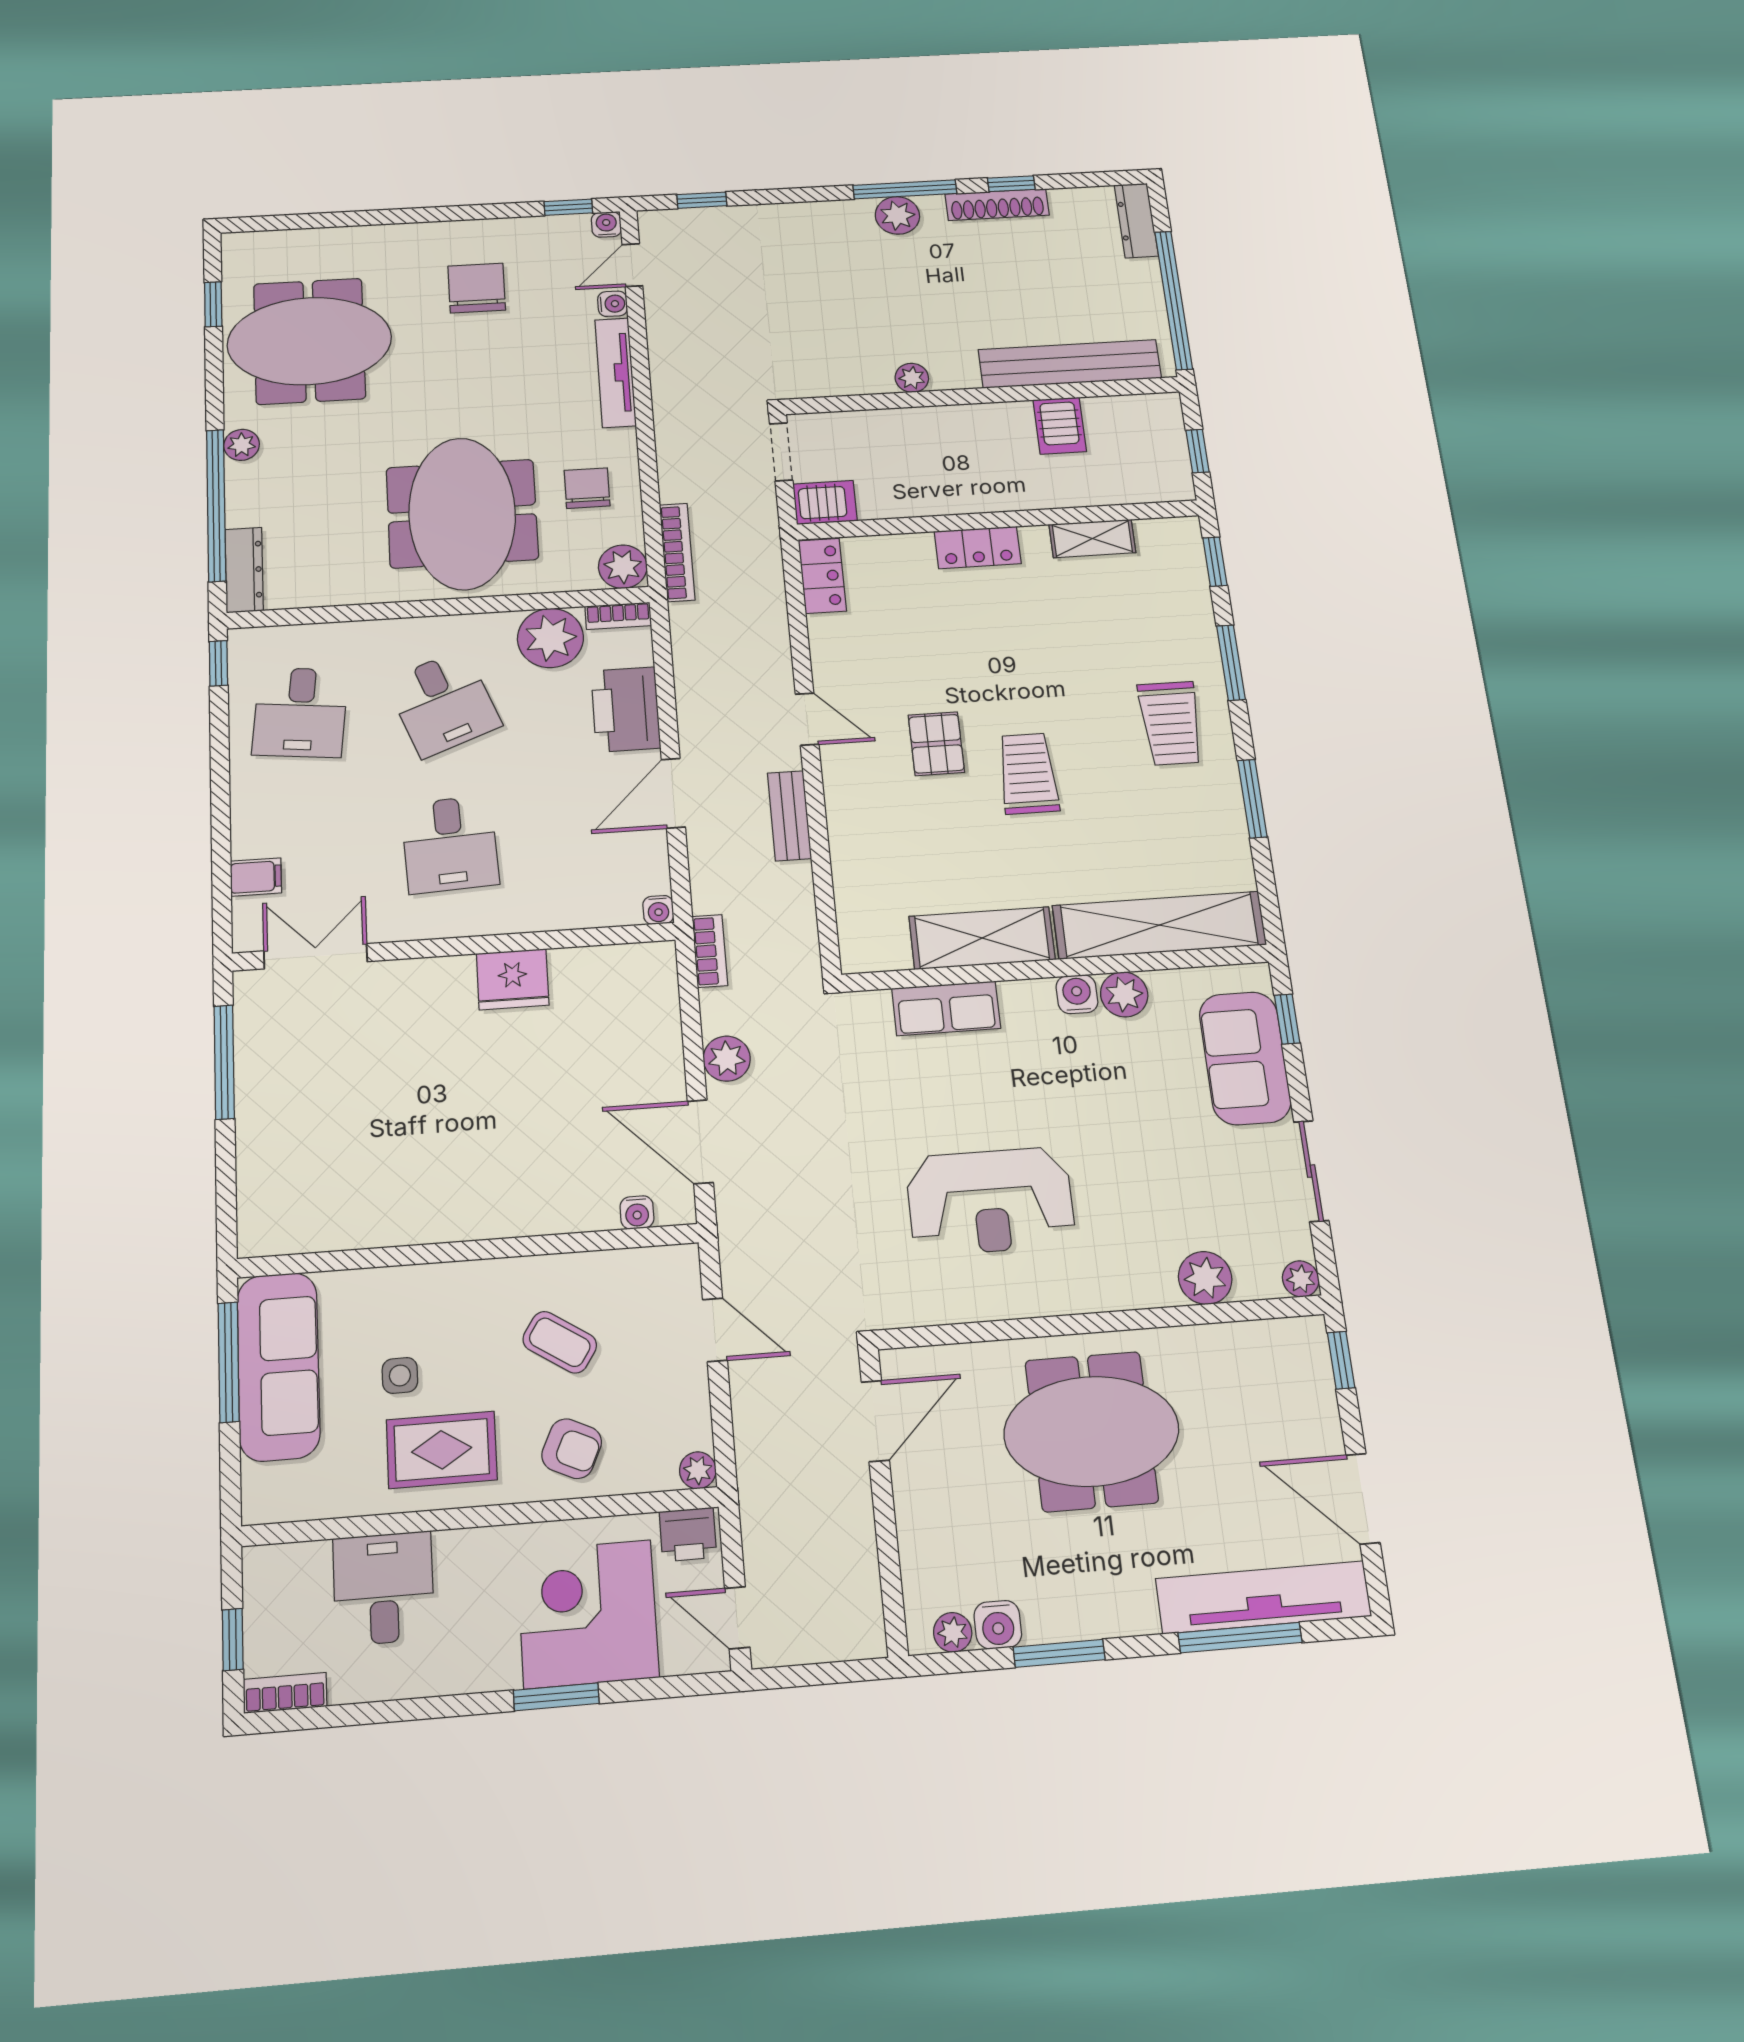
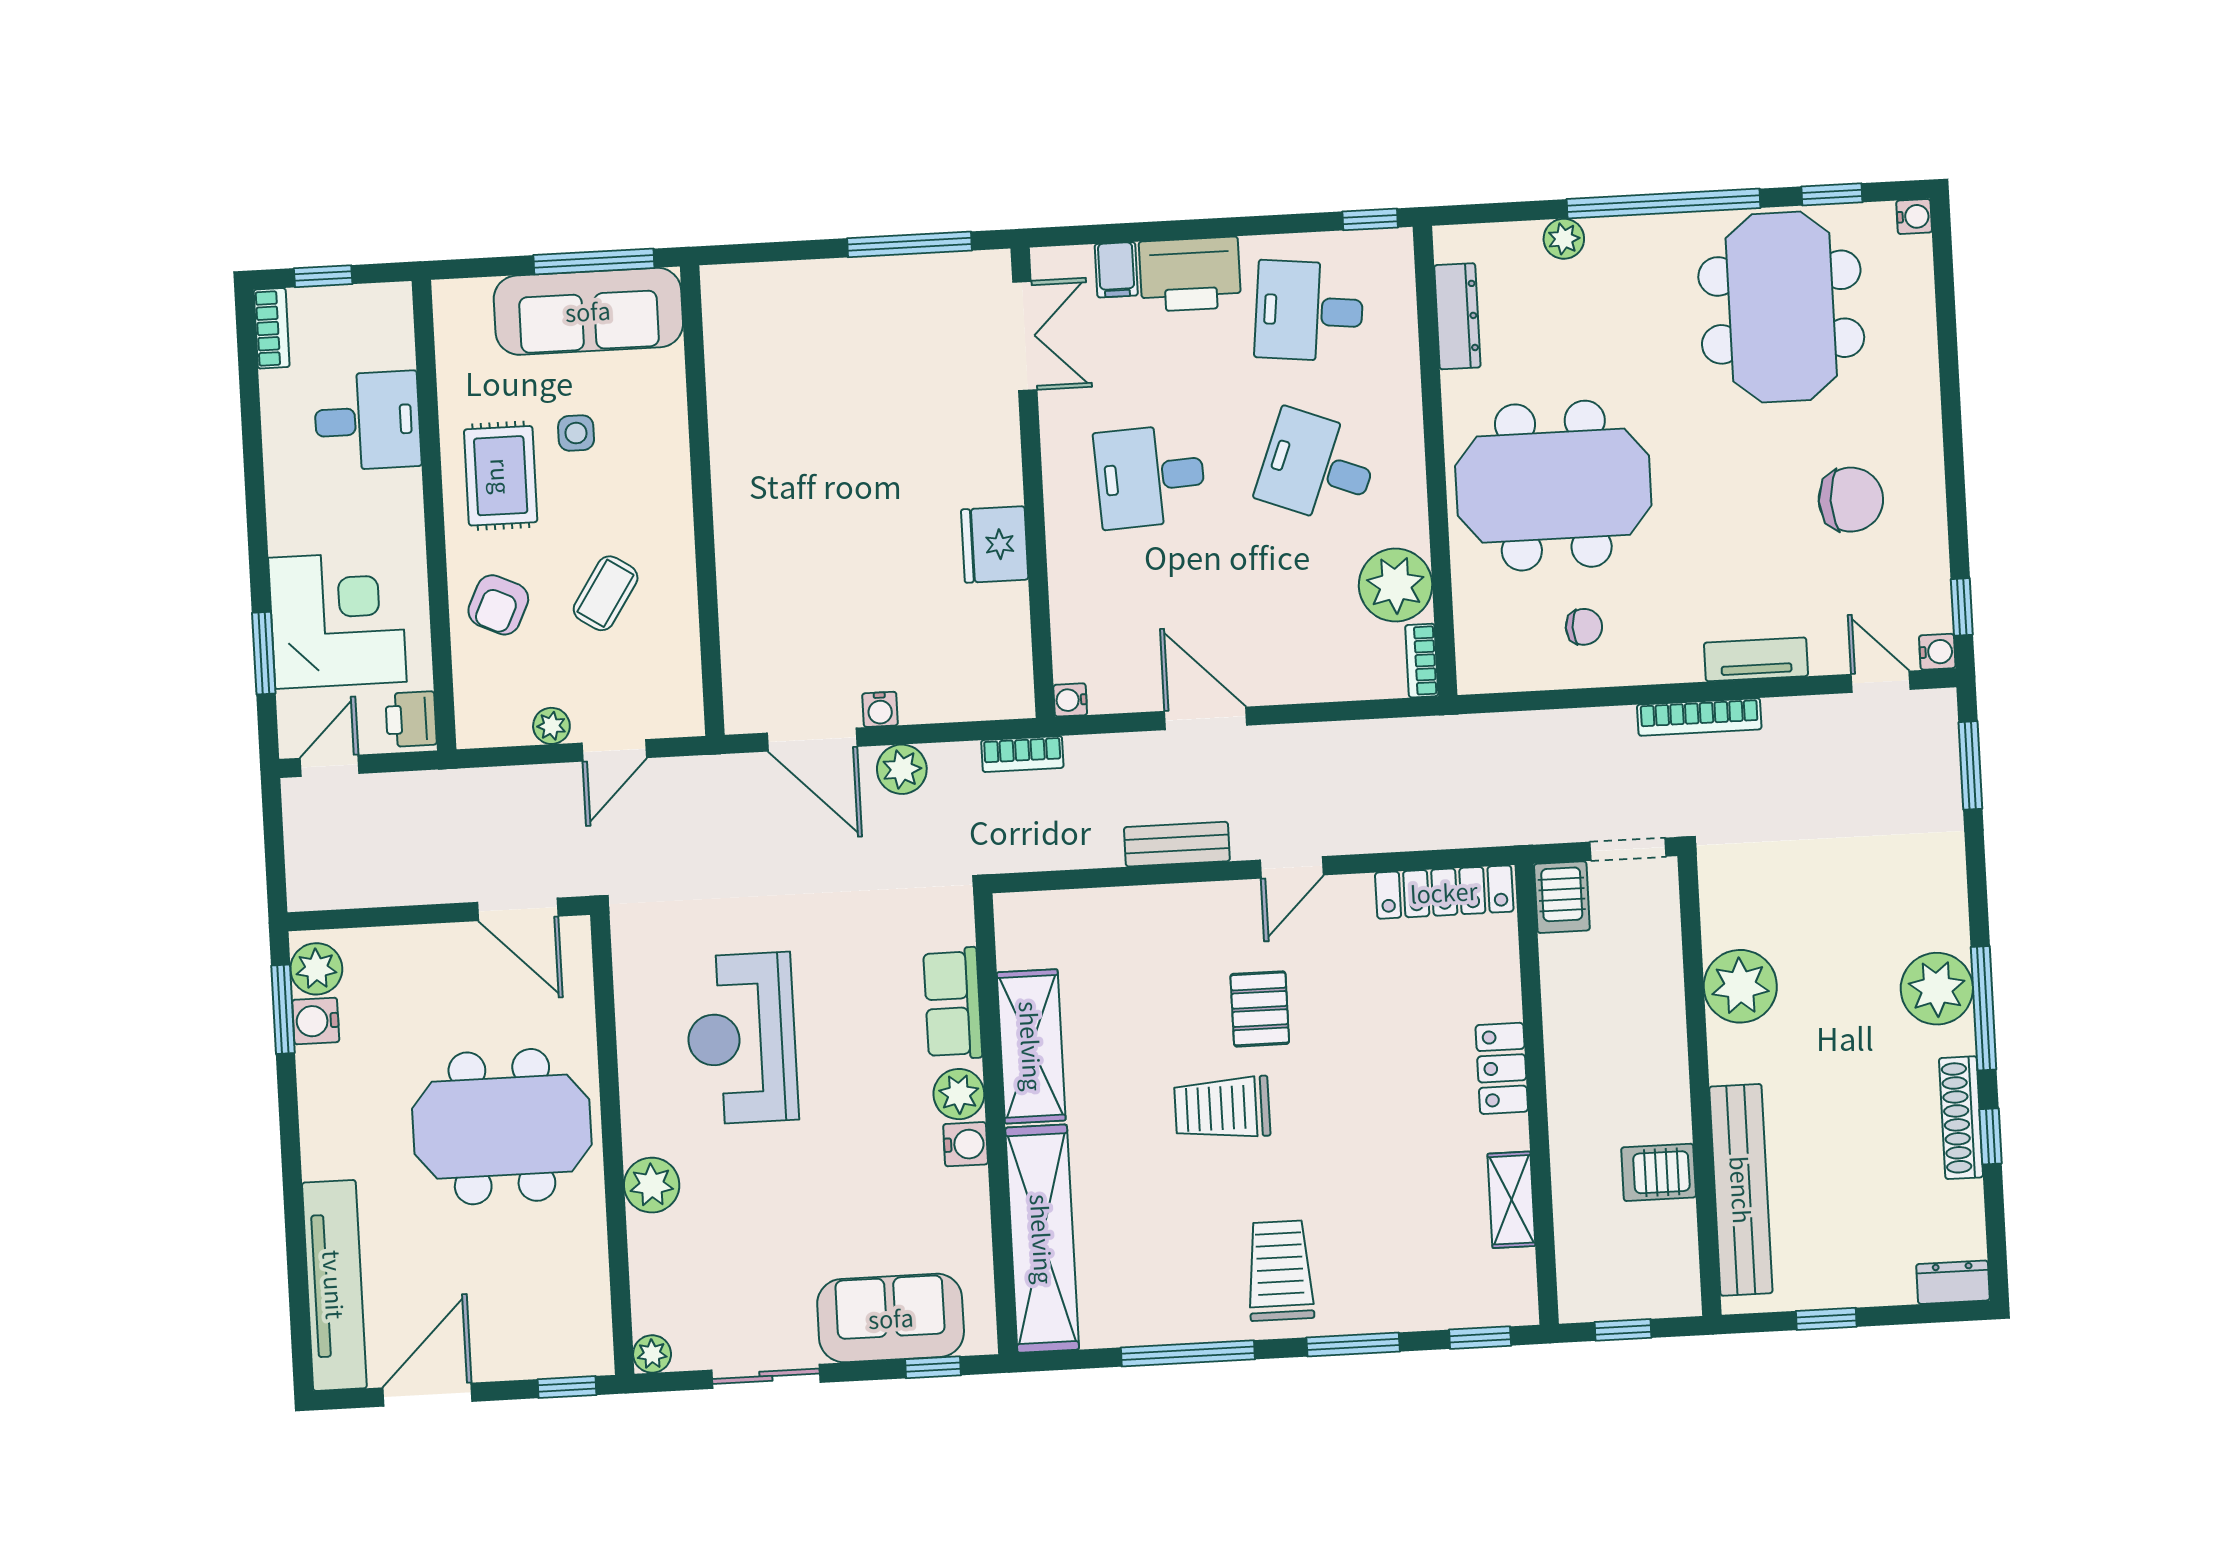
window: (702, 200) -> (1970, 765), width x1.50
plant: (897, 215) -> (1937, 989), width x1.36, depth x1.36
dresser: (1136, 220) -> (1953, 1282), width x0.70
window: (1174, 300) -> (1826, 1319), width x0.32
water cooler: (613, 304) -> (1914, 217), moved, turned -90
tv unit: (615, 373) -> (1756, 659), width x0.71
plant: (912, 378) -> (1740, 986), width x1.88, depth x1.88
plant: (242, 445) -> (1564, 239), moved
chair: (587, 488) -> (1584, 627), width x0.73, depth x0.73
window: (216, 505) -> (1664, 204), moved
bookcase: (677, 552) -> (1699, 717), moved
plant: (623, 567) -> (1483, 666), removed
dresser: (244, 570) -> (1457, 316), moved, turned -90
locker: (822, 576) -> (1444, 892), width x1.53
desk: (443, 703) -> (1318, 467), turned 42
printer: (626, 709) -> (1190, 274), moved, turned 180
trolley: (1171, 723) -> (1280, 1271), turned 90
pallet: (936, 744) -> (1260, 1009), turned 90
trolley: (1028, 774) -> (1222, 1108), turned 180
window: (1252, 799) -> (1188, 1353), width x1.44
plant: (1124, 994) -> (959, 1094), moved
door: (700, 1142) -> (812, 740), swing flipped
water cooler: (637, 1212) -> (880, 709), moved, turned -90
plant: (1205, 1278) -> (652, 1185), moved
meeting table: (1091, 1431) -> (502, 1127), turned 90
plant: (698, 1470) -> (551, 726), moved
plant: (953, 1632) -> (316, 969), width x1.38, depth x1.38
window: (1240, 1638) -> (297, 1259), removed
window: (1059, 1653) -> (283, 1009), moved
window: (556, 1697) -> (264, 653), moved

